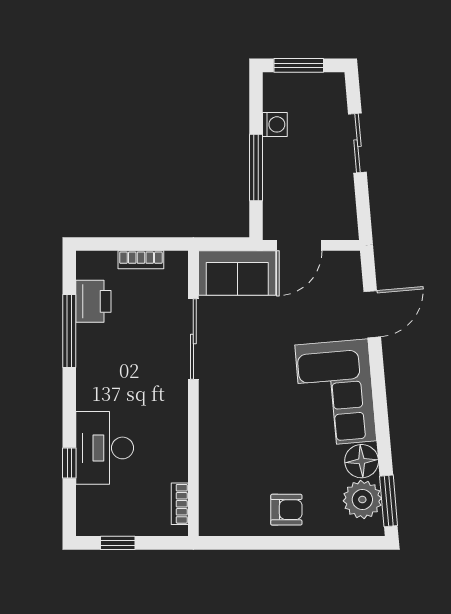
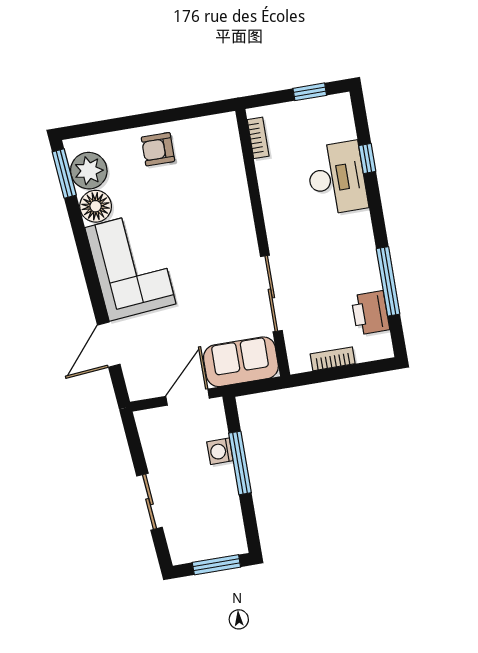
washing machine: (275, 124) -> (220, 451), moved

